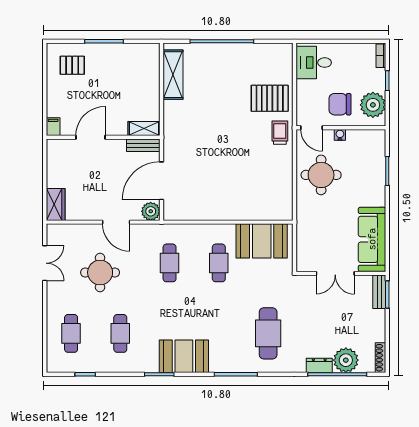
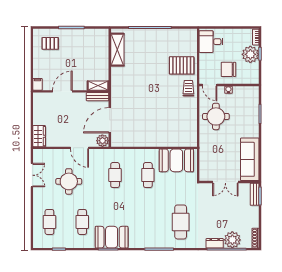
plant: (373, 105) -> (250, 54), moved
booth: (184, 356) -> (112, 237), moved

